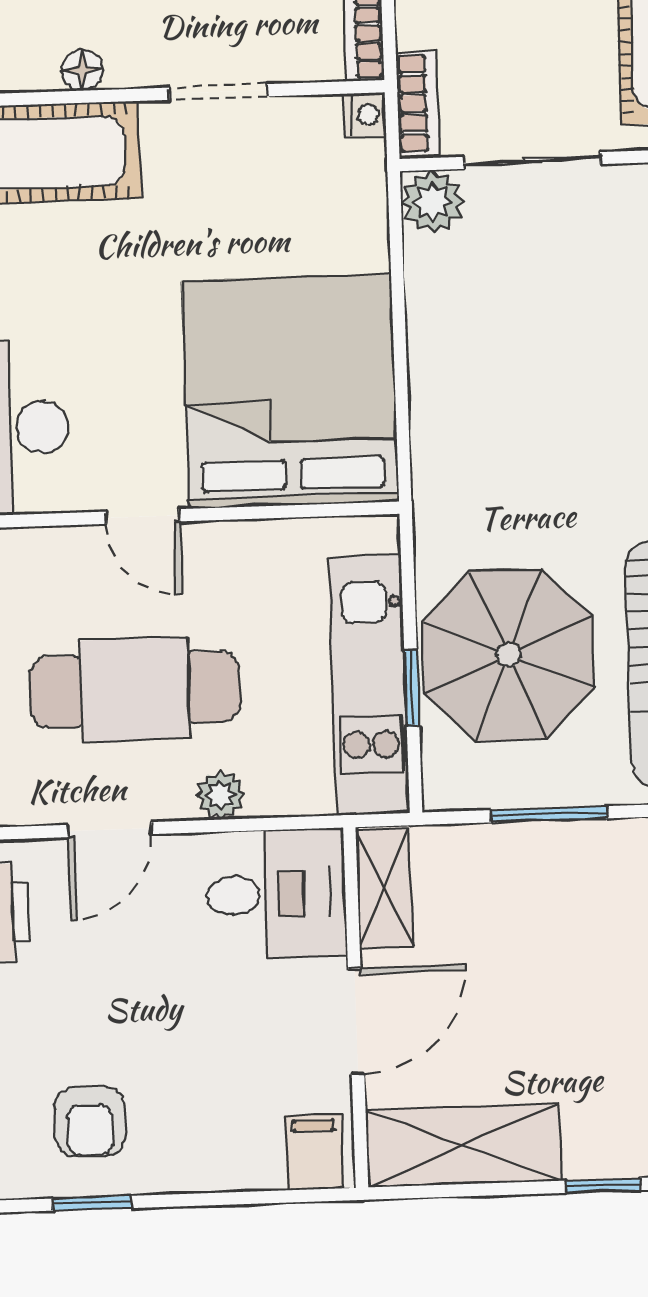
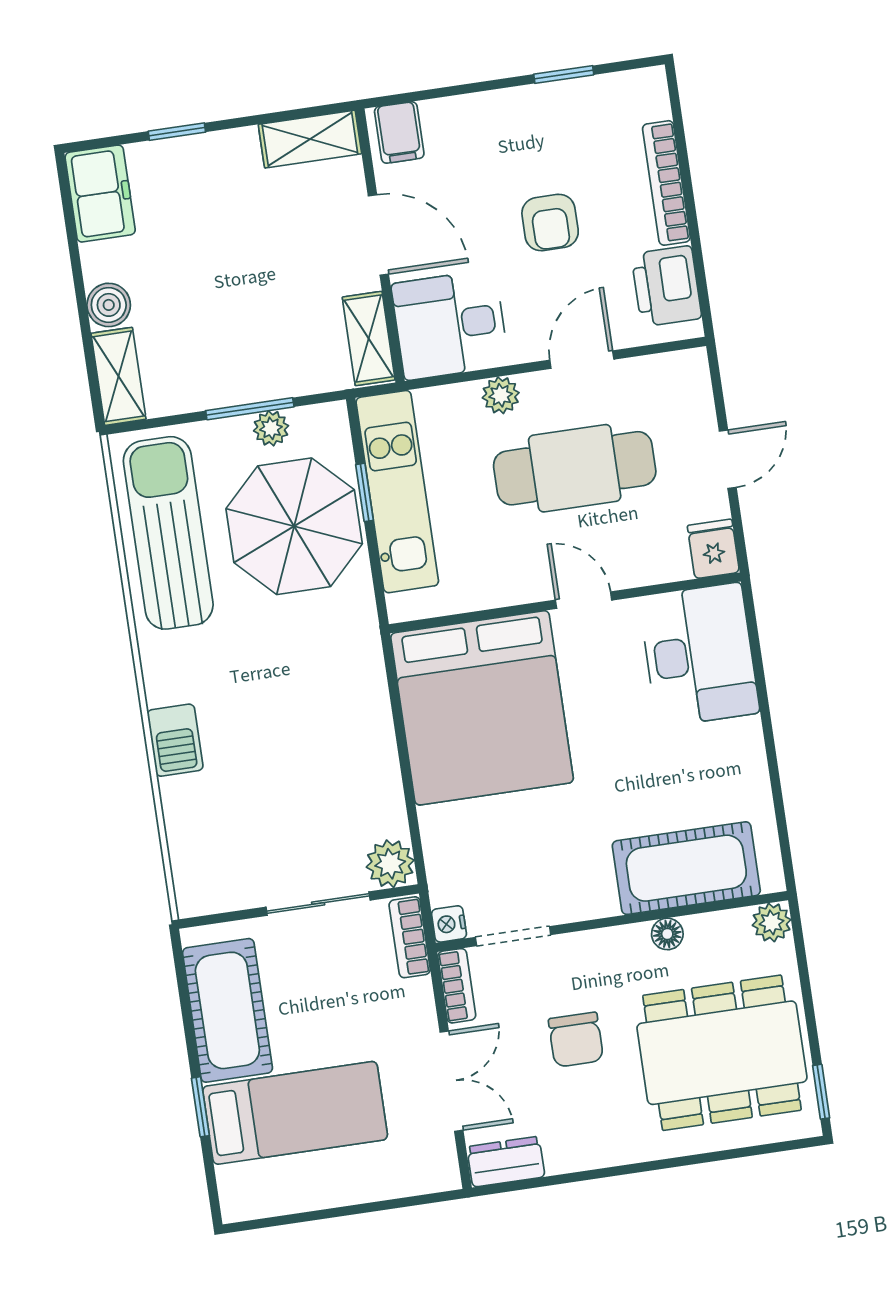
doorway: (218, 92) -> (513, 936), moved
plant: (524, 786) -> (271, 428), added
door: (356, 1022) -> (378, 235), swing flipped
armchair: (90, 1122) -> (550, 222), moved, turned 180
shelving: (463, 1146) -> (310, 139), width x0.67, depth x0.75

